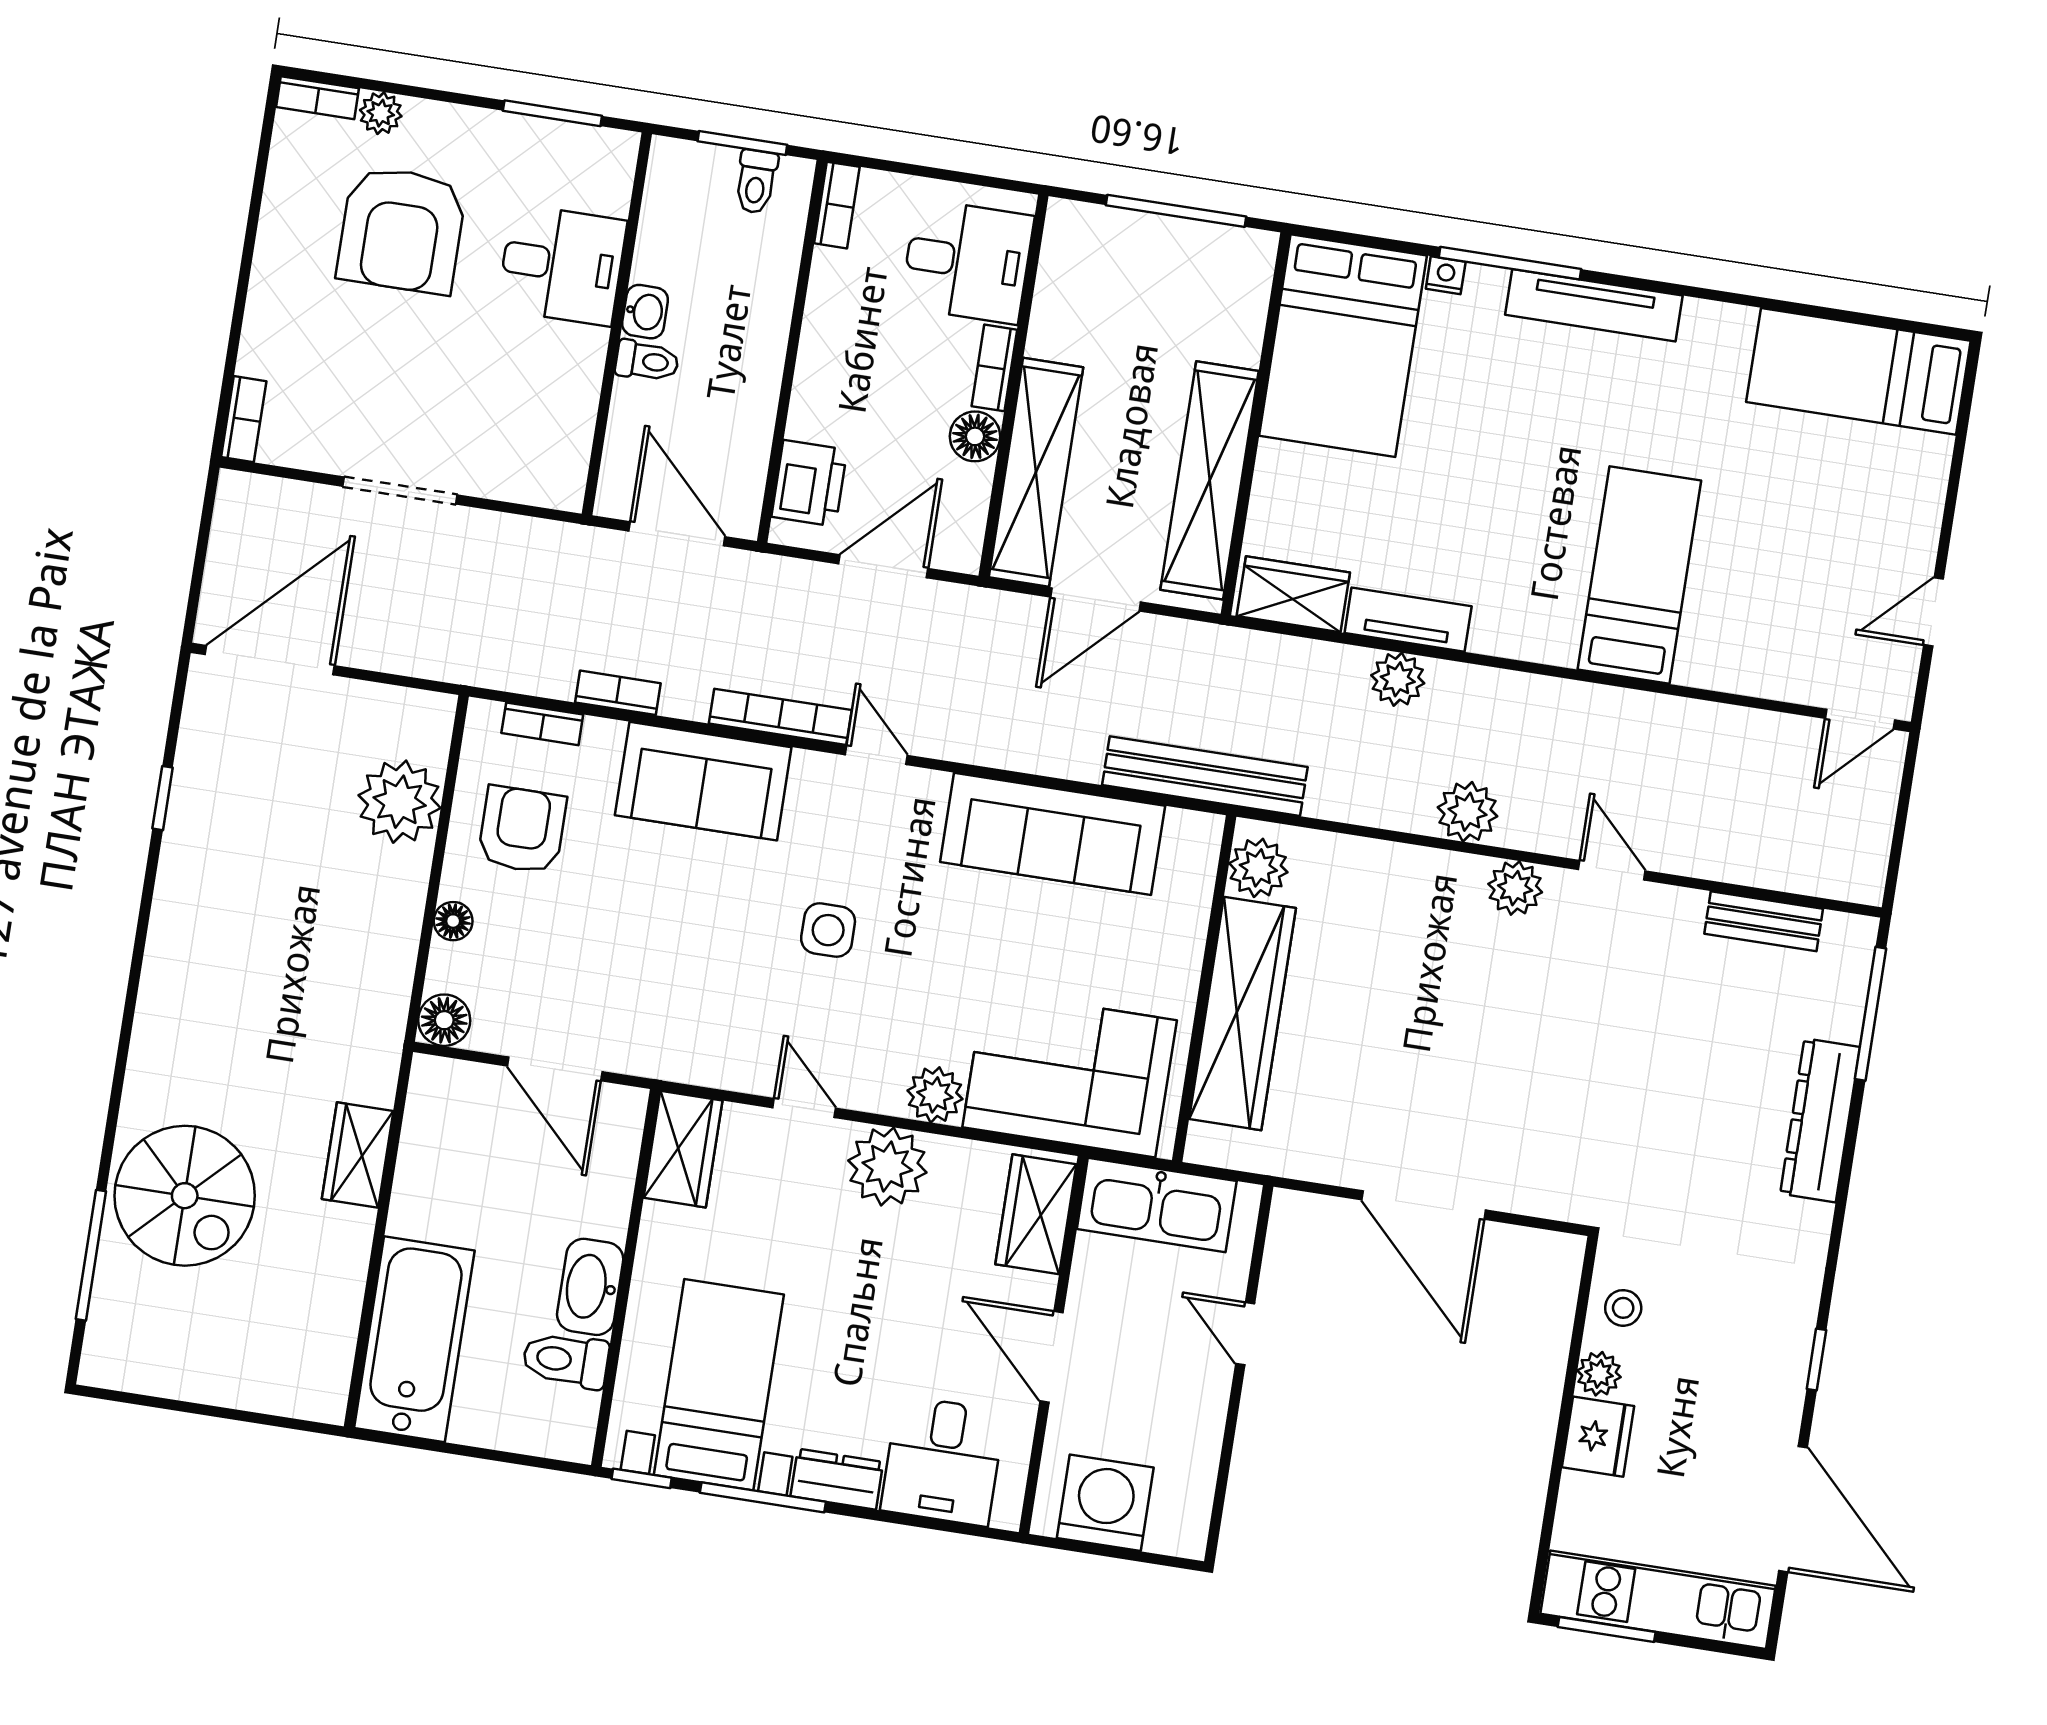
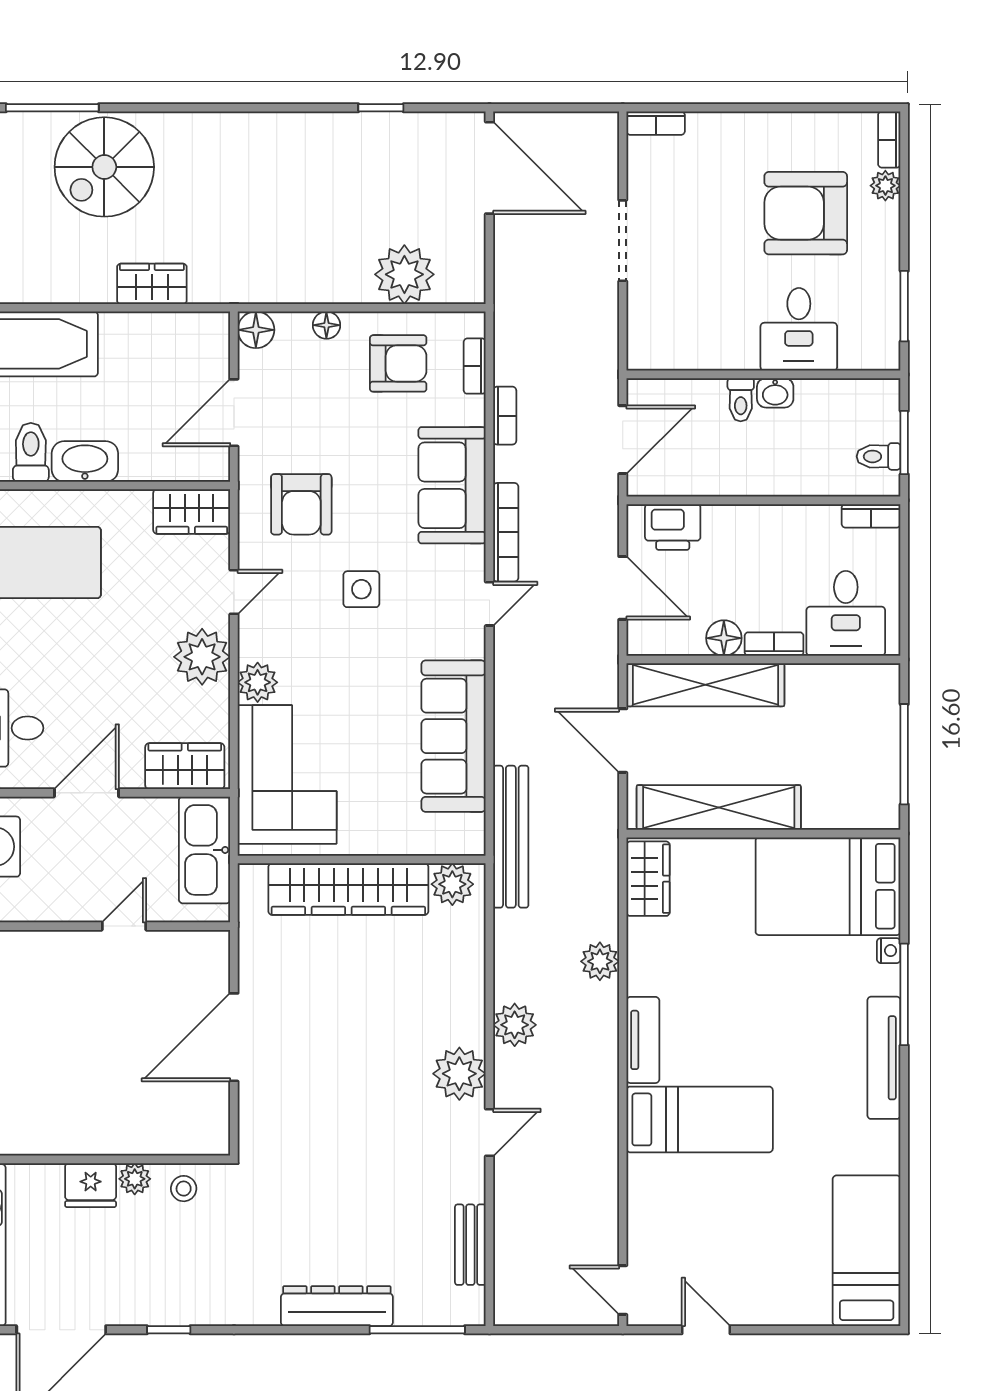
tv unit: (1408, 620) -> (643, 1040), moved
plant: (1515, 888) -> (459, 1074), width x1.36, depth x1.36
armchair: (697, 995) -> (301, 504), added

